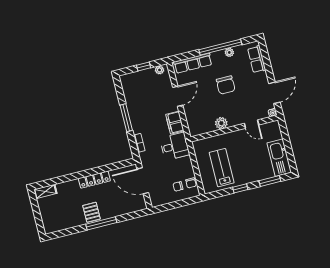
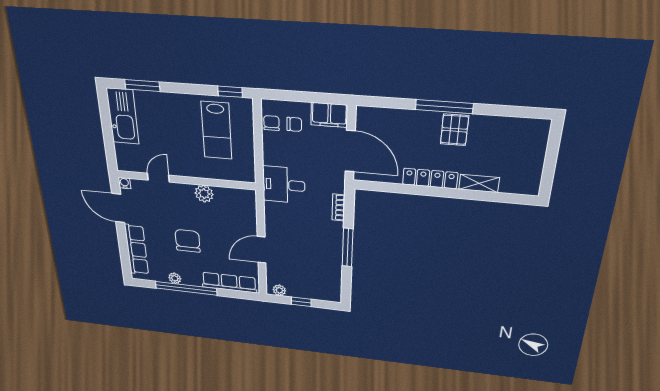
row of seats: (257, 59) -> (137, 250), width x1.48
door: (274, 93) -> (118, 208), hinge flipped
filing cabinet: (175, 123) -> (329, 115), moved, turned 90
door: (252, 124) -> (158, 178), hinge flipped
window: (240, 188) -> (230, 92), moved
shelving: (45, 191) -> (479, 183), moved

